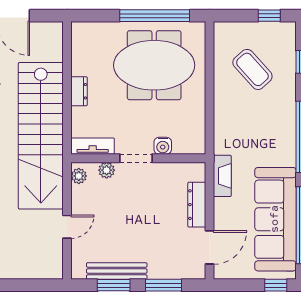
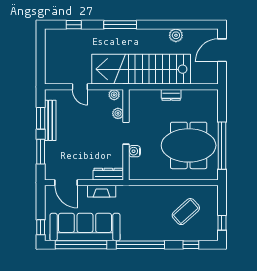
meeting table: (154, 65) -> (189, 145), turned 90
tv unit: (93, 146) -> (134, 104), removed
fireplace: (222, 176) -> (102, 191), moved
dresser: (197, 205) -> (108, 174), moved

